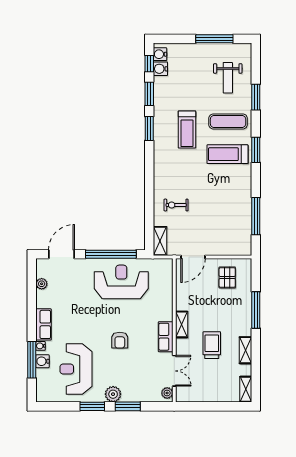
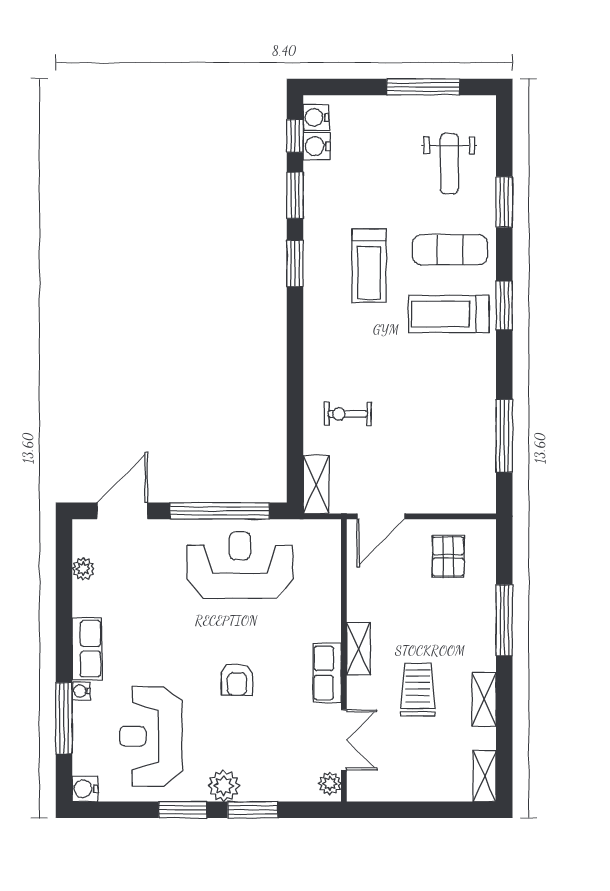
water cooler: (42, 361) -> (85, 789), moved

